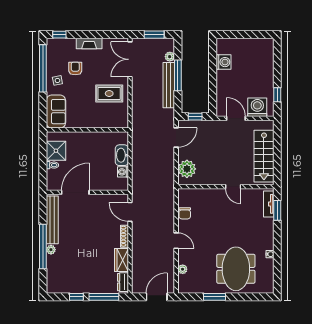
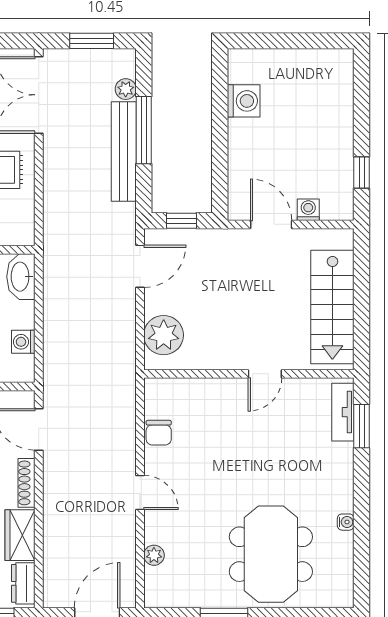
washing machine: (257, 107) -> (308, 210), width x0.53, depth x0.53
washbasin: (122, 155) -> (21, 277), moved
door: (233, 187) -> (265, 374), hinge flipped

